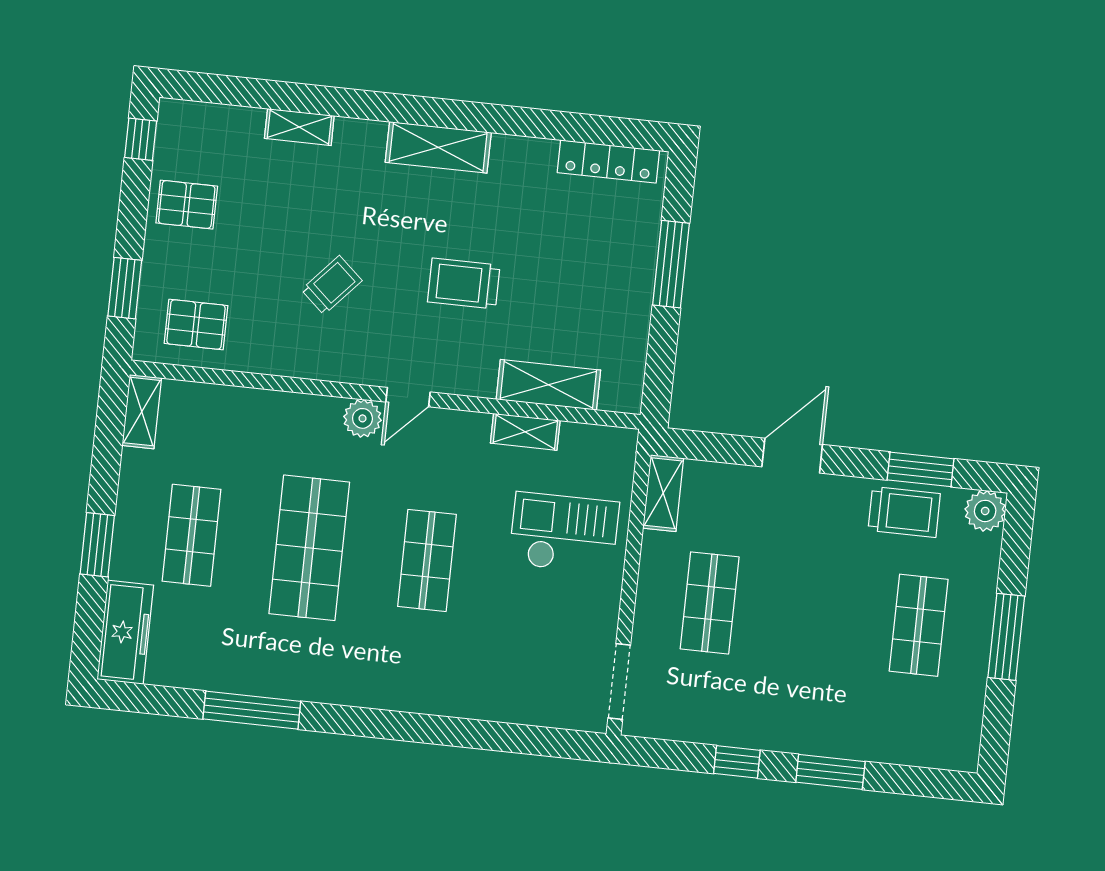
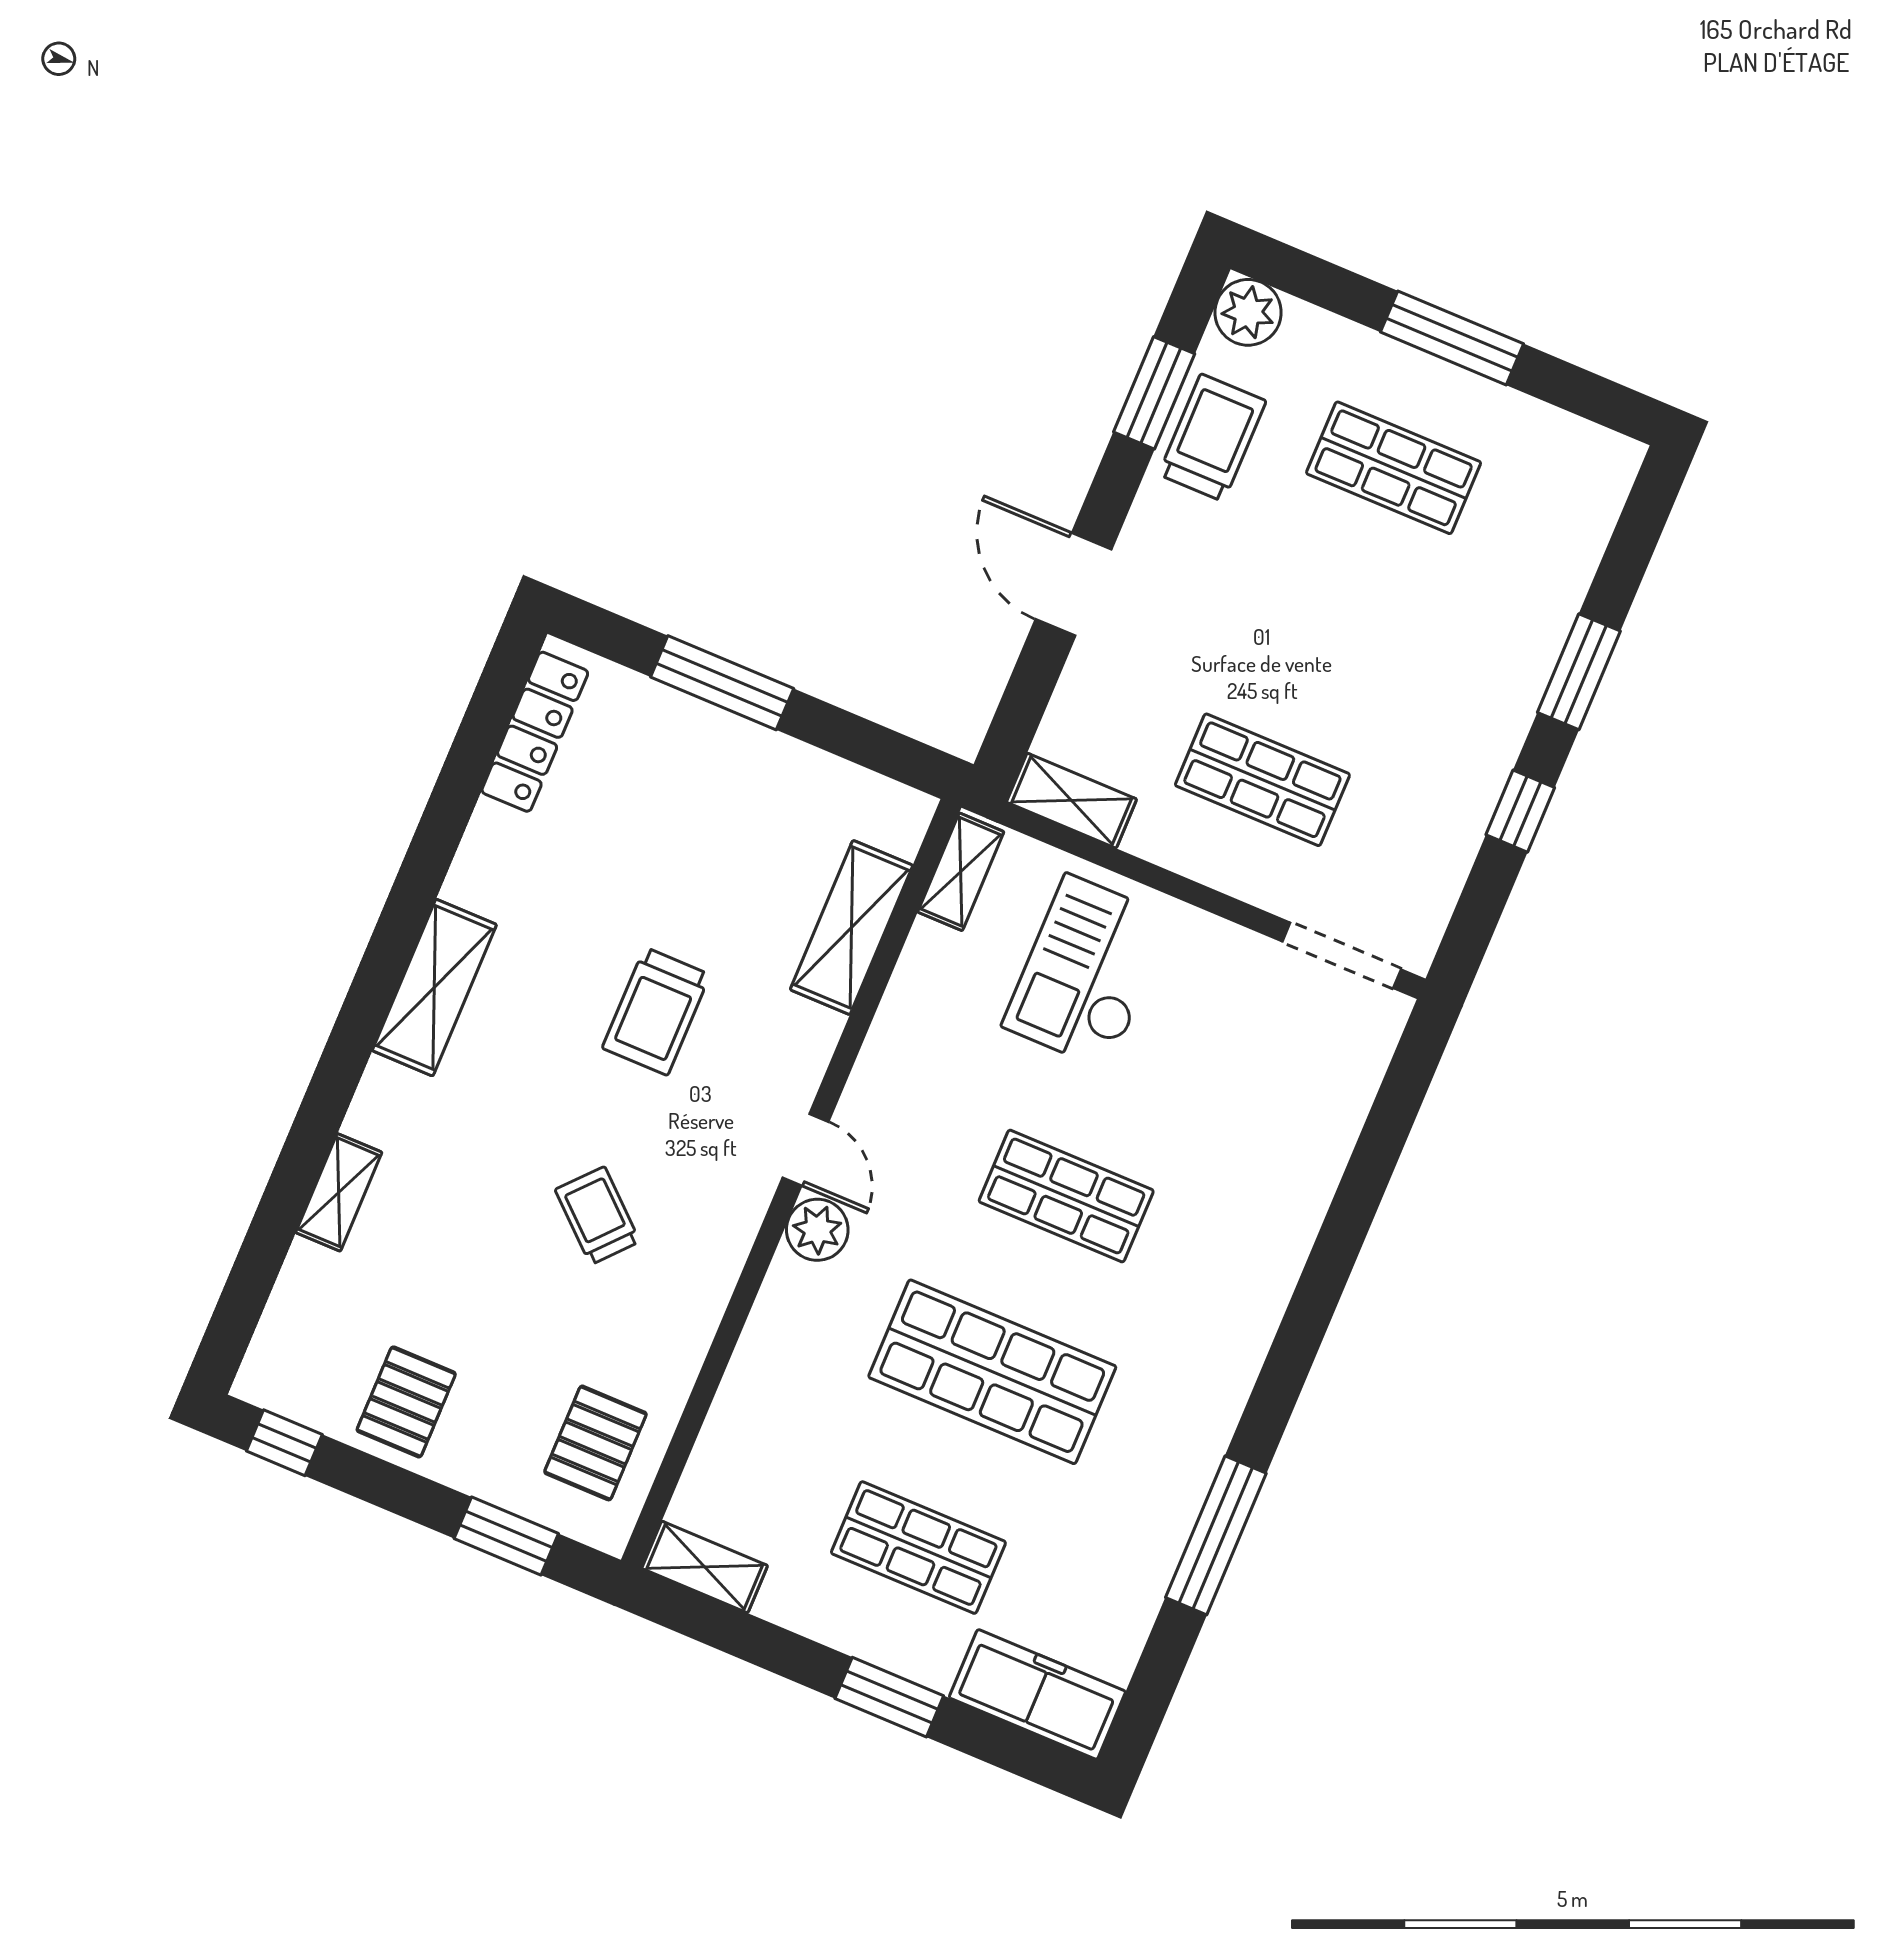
shelving: (525, 432) -> (961, 872), moved

